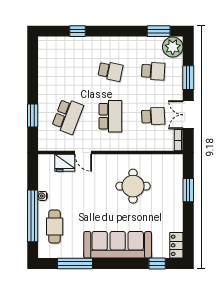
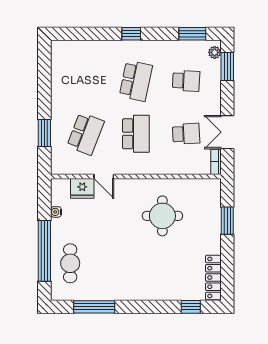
window: (77, 31) -> (131, 34), moved
plant: (173, 47) -> (215, 52), width x0.53, depth x0.53
school desk: (110, 71) -> (136, 81), width x1.85
window: (188, 78) -> (227, 67), moved
water cooler: (42, 196) -> (56, 212), moved
sofa: (118, 245) -> (144, 285), removed
locker: (176, 245) -> (213, 277), width x1.53

